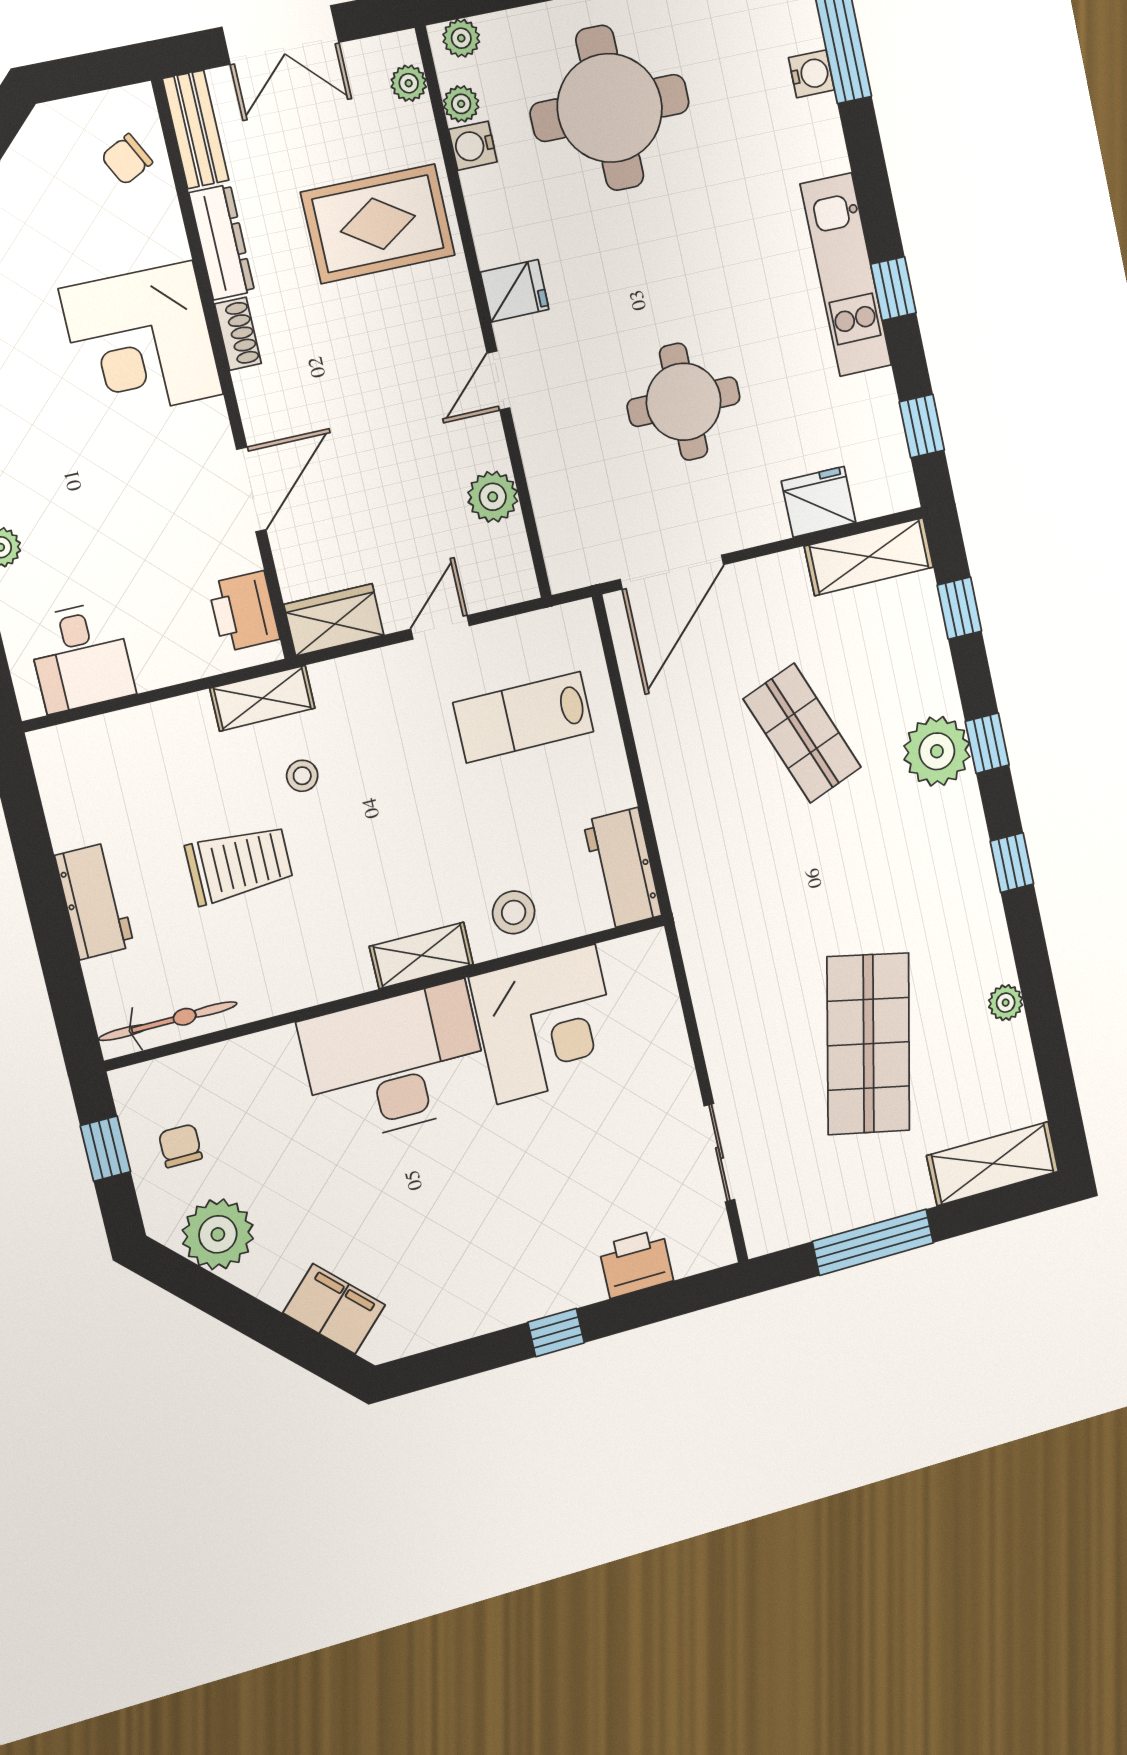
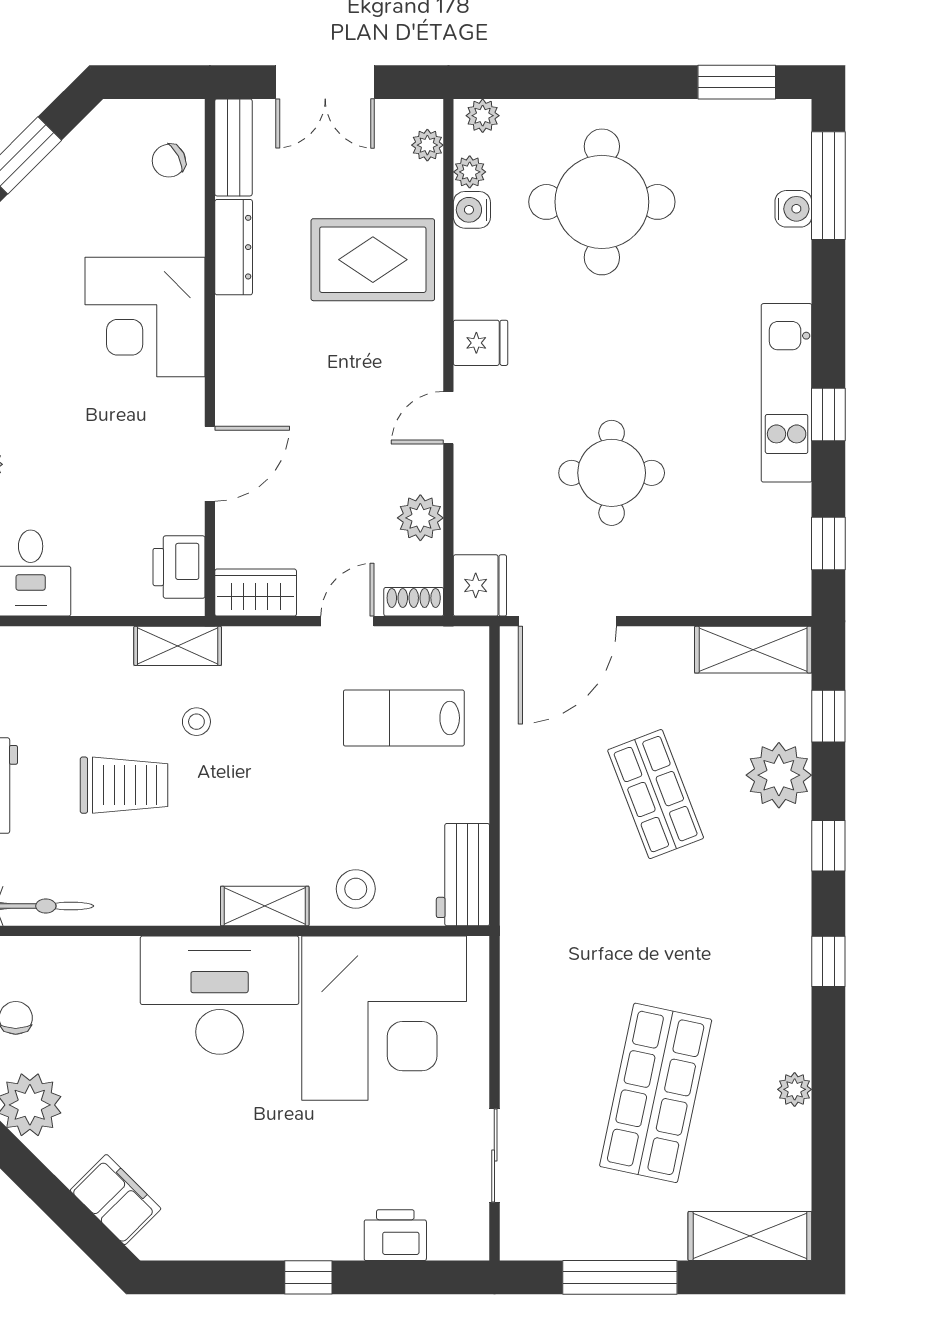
shoe rack: (238, 334) -> (414, 602), moved, turned -90
fridge: (819, 502) -> (480, 585), moved, turned 90
plant: (937, 751) -> (779, 775), moved
corner desk: (546, 1024) -> (384, 1018), width x1.36, depth x1.36

